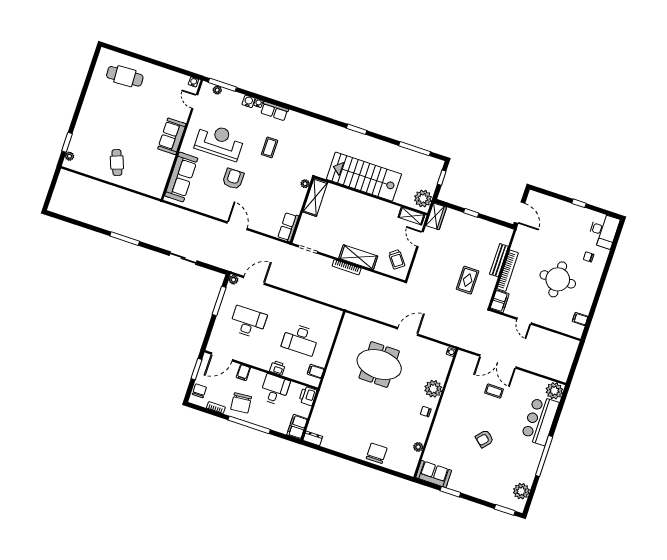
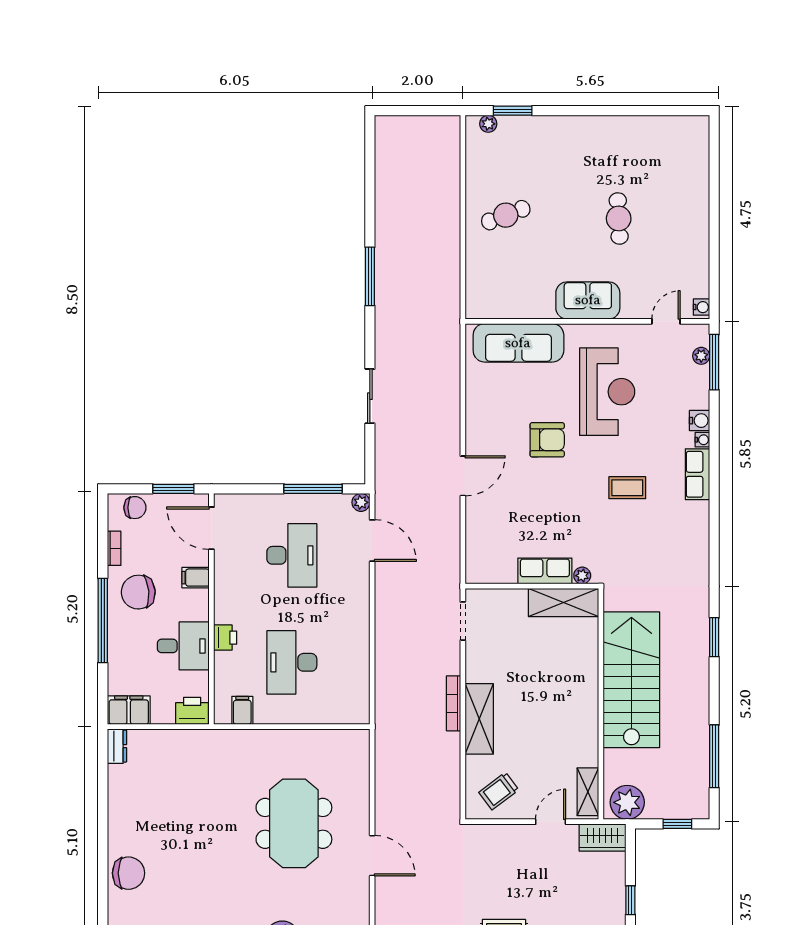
cafe table: (125, 76) -> (619, 218), moved, width x0.73, depth x0.74
row of seats: (288, 227) -> (545, 571), moved

